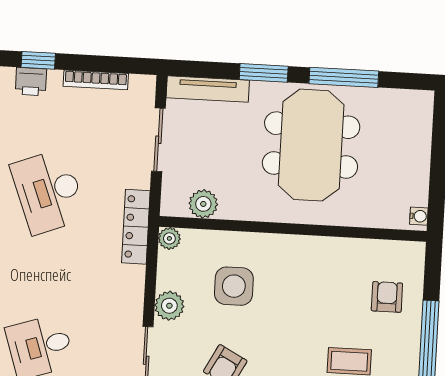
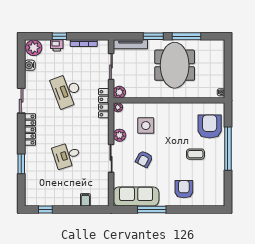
plant: (203, 204) -> (119, 92), moved
armchair: (387, 297) -> (210, 127), width x1.88, depth x1.88

